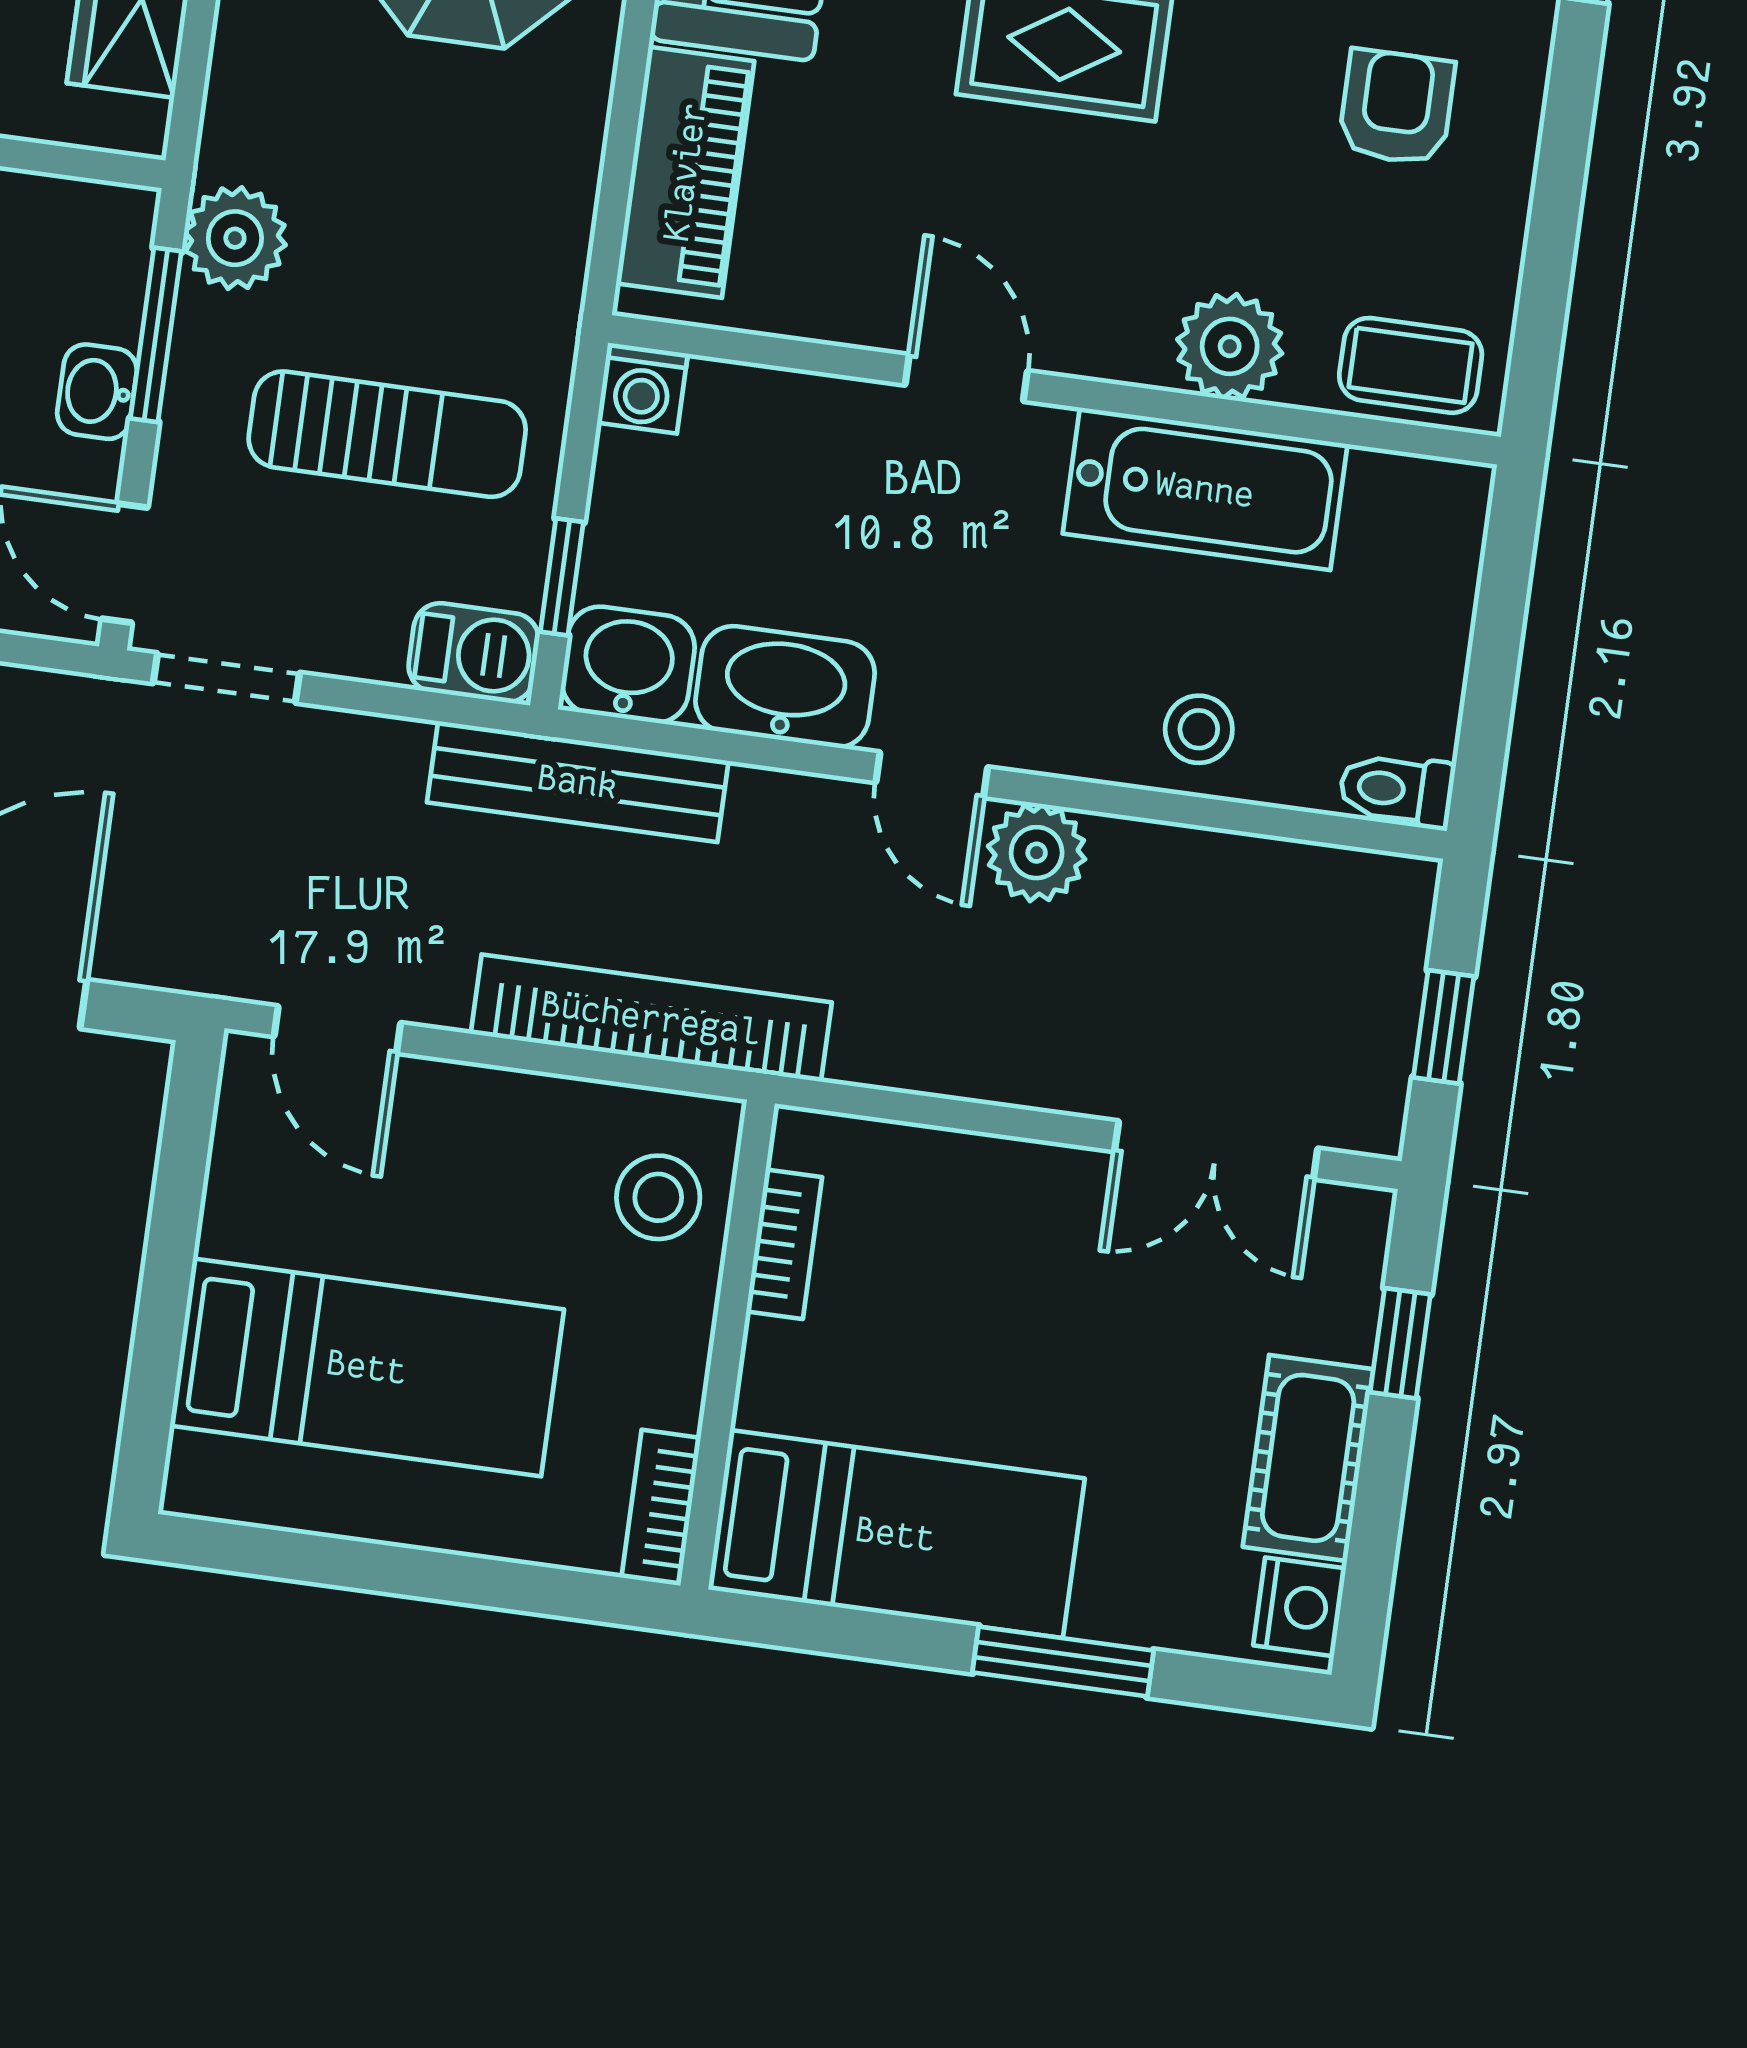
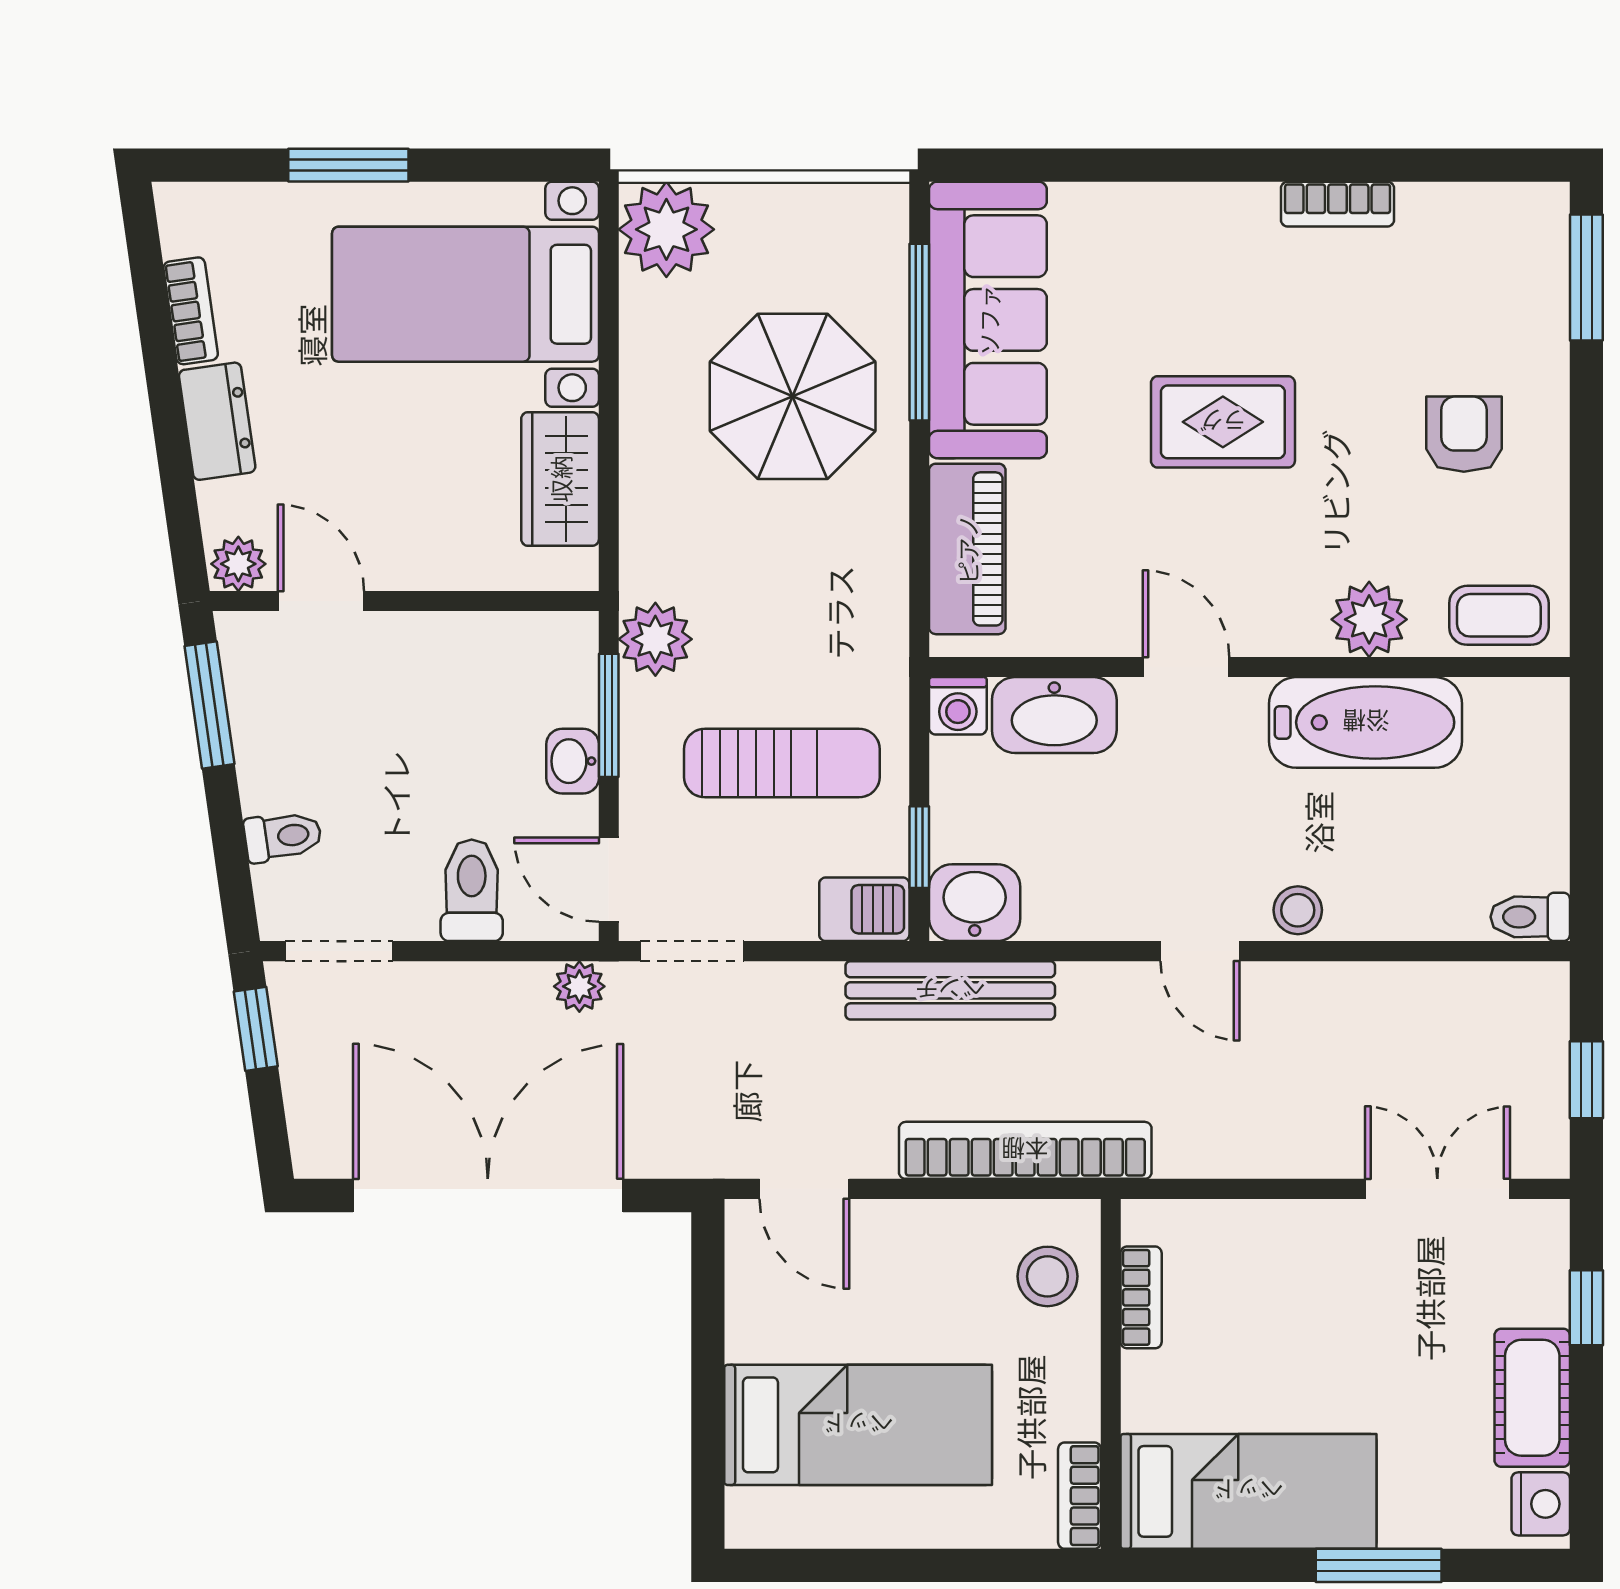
washbasin: (785, 687) -> (1054, 715), moved, turned 180
stool: (1199, 729) -> (1298, 910), moved
plant: (1037, 853) -> (579, 986), moved, width x0.73, depth x0.73
double door: (1216, 1150) -> (1437, 1189), swing flipped

